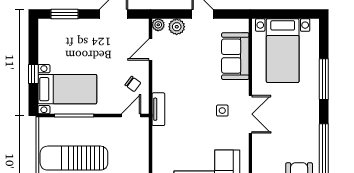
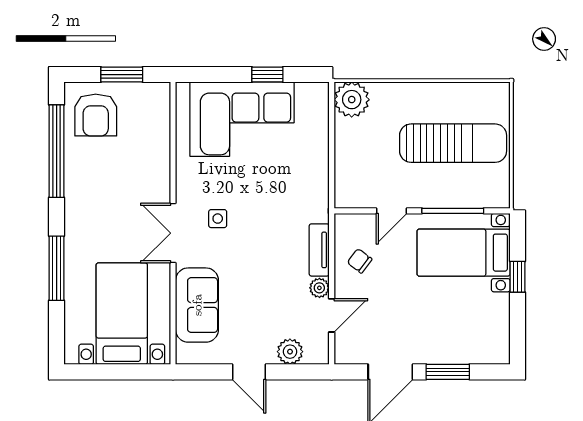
window: (65, 14) -> (448, 372), moved
plant: (158, 25) -> (319, 288), moved
tv unit: (158, 109) -> (319, 250), moved
double door: (250, 114) -> (173, 233), moved
door: (131, 115) -> (392, 211), moved

